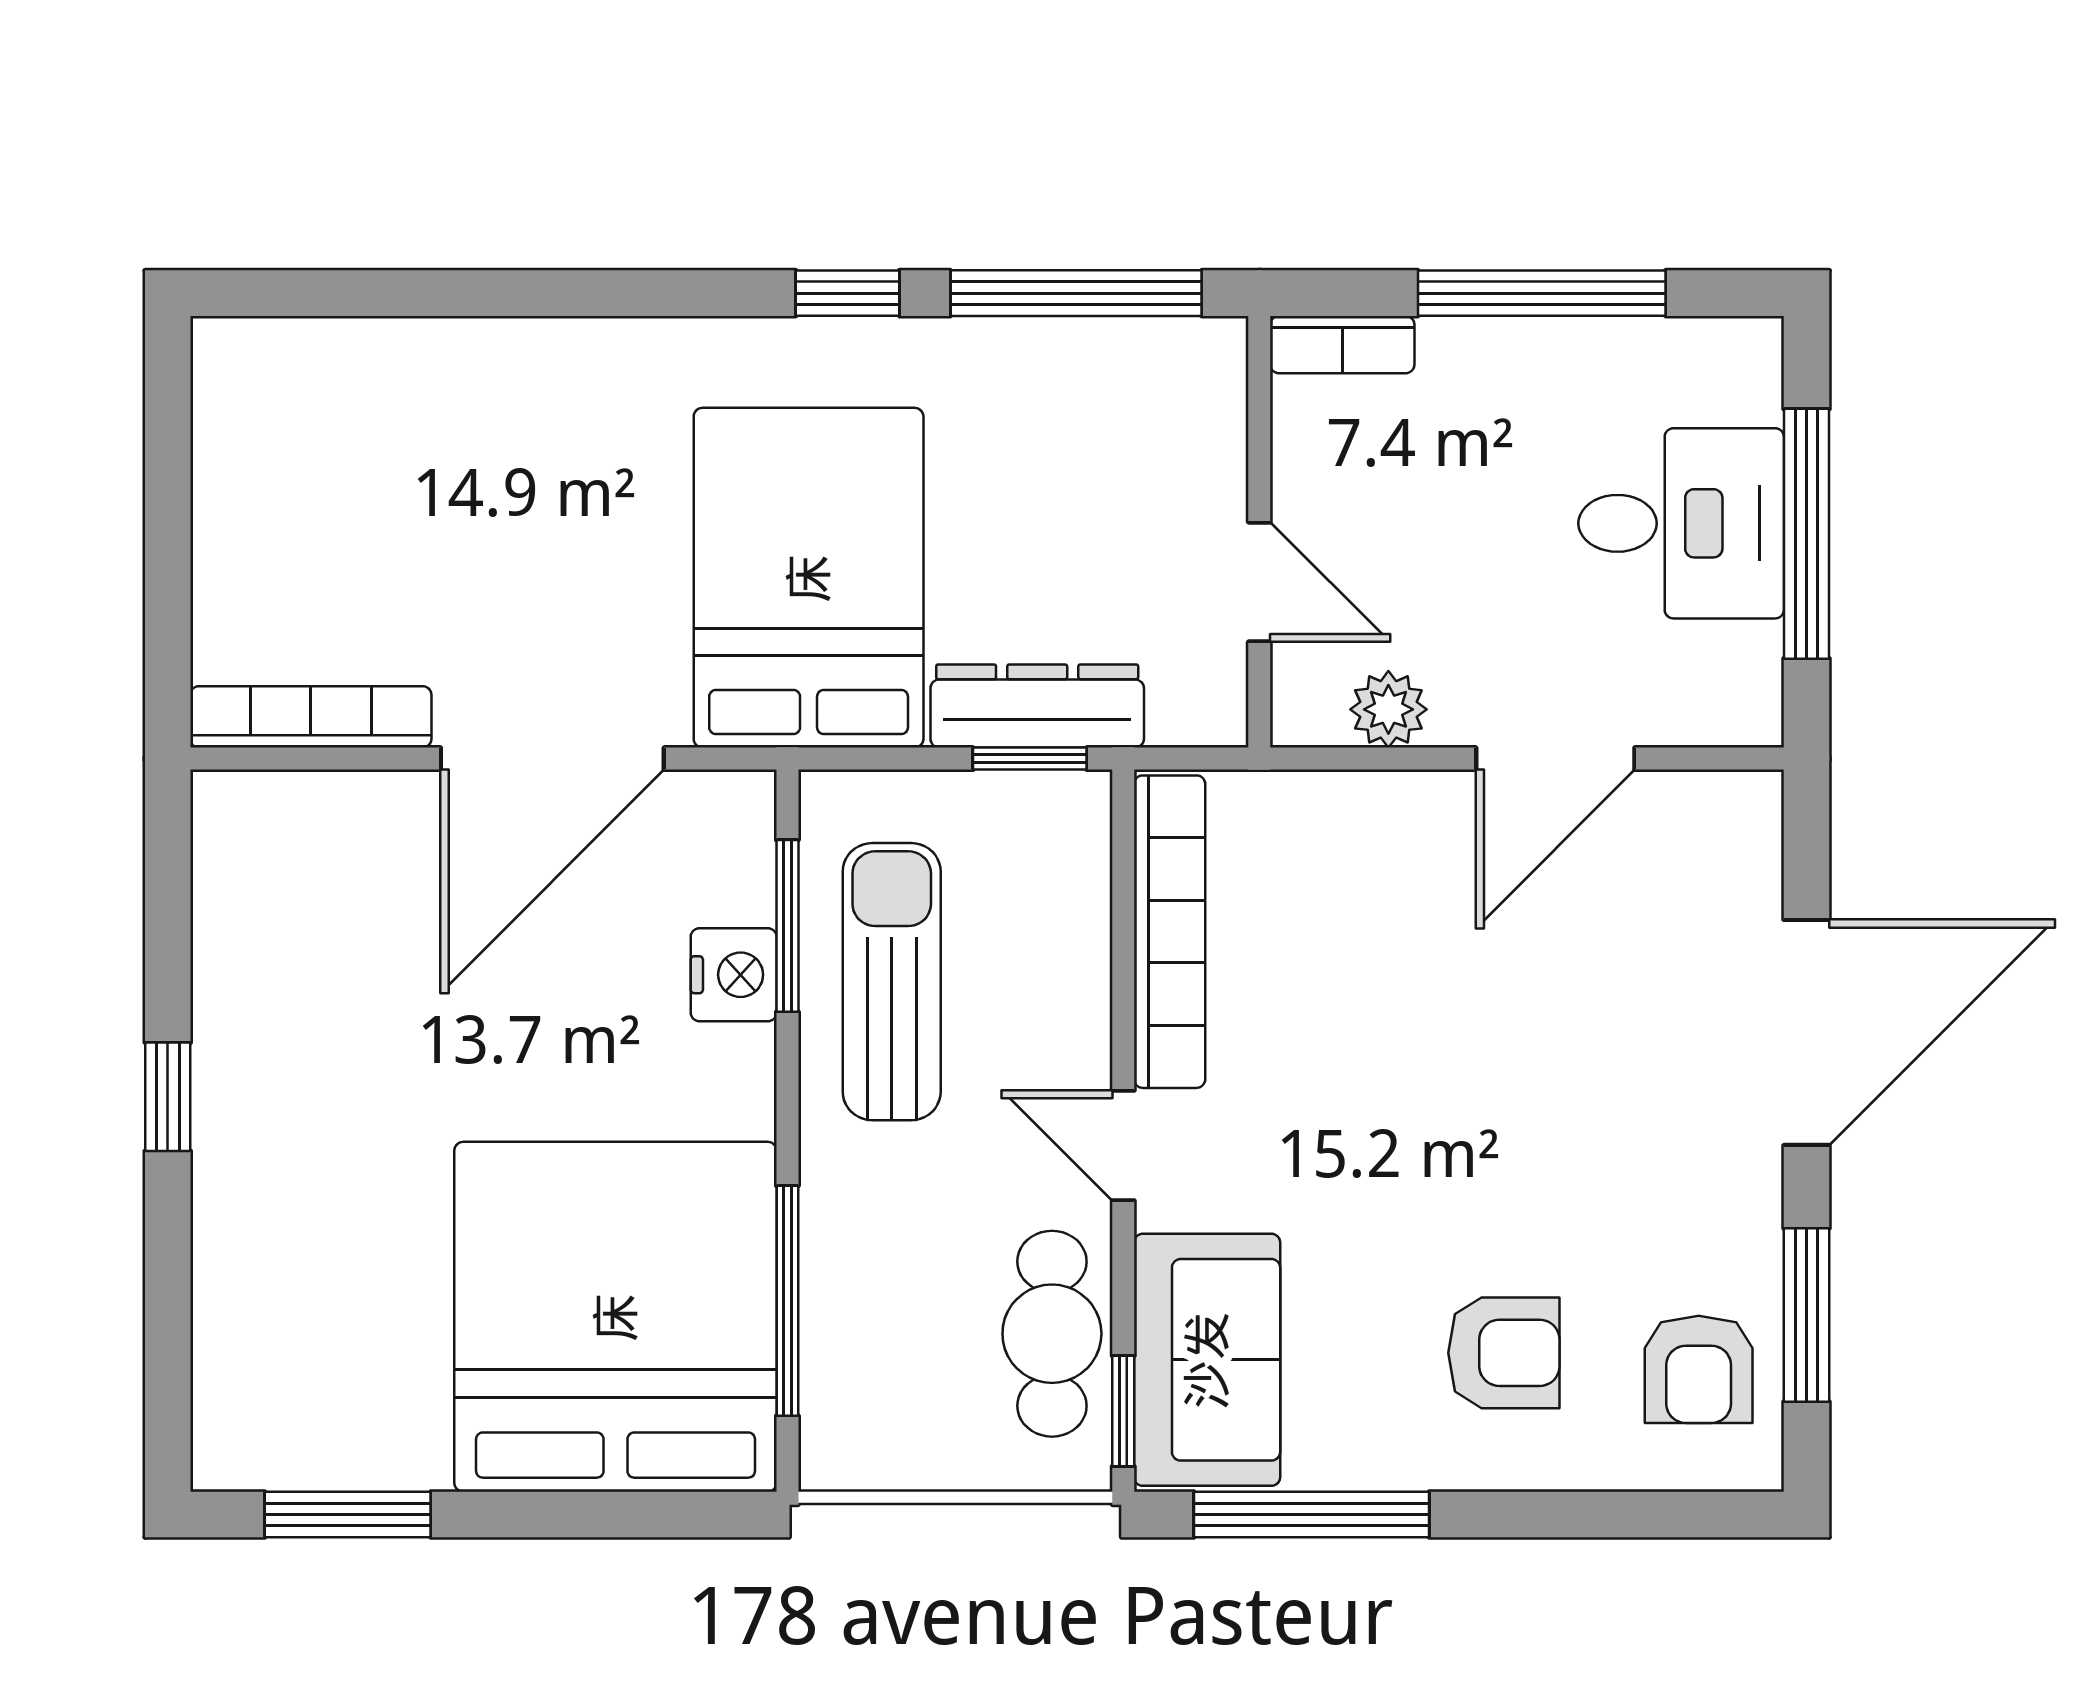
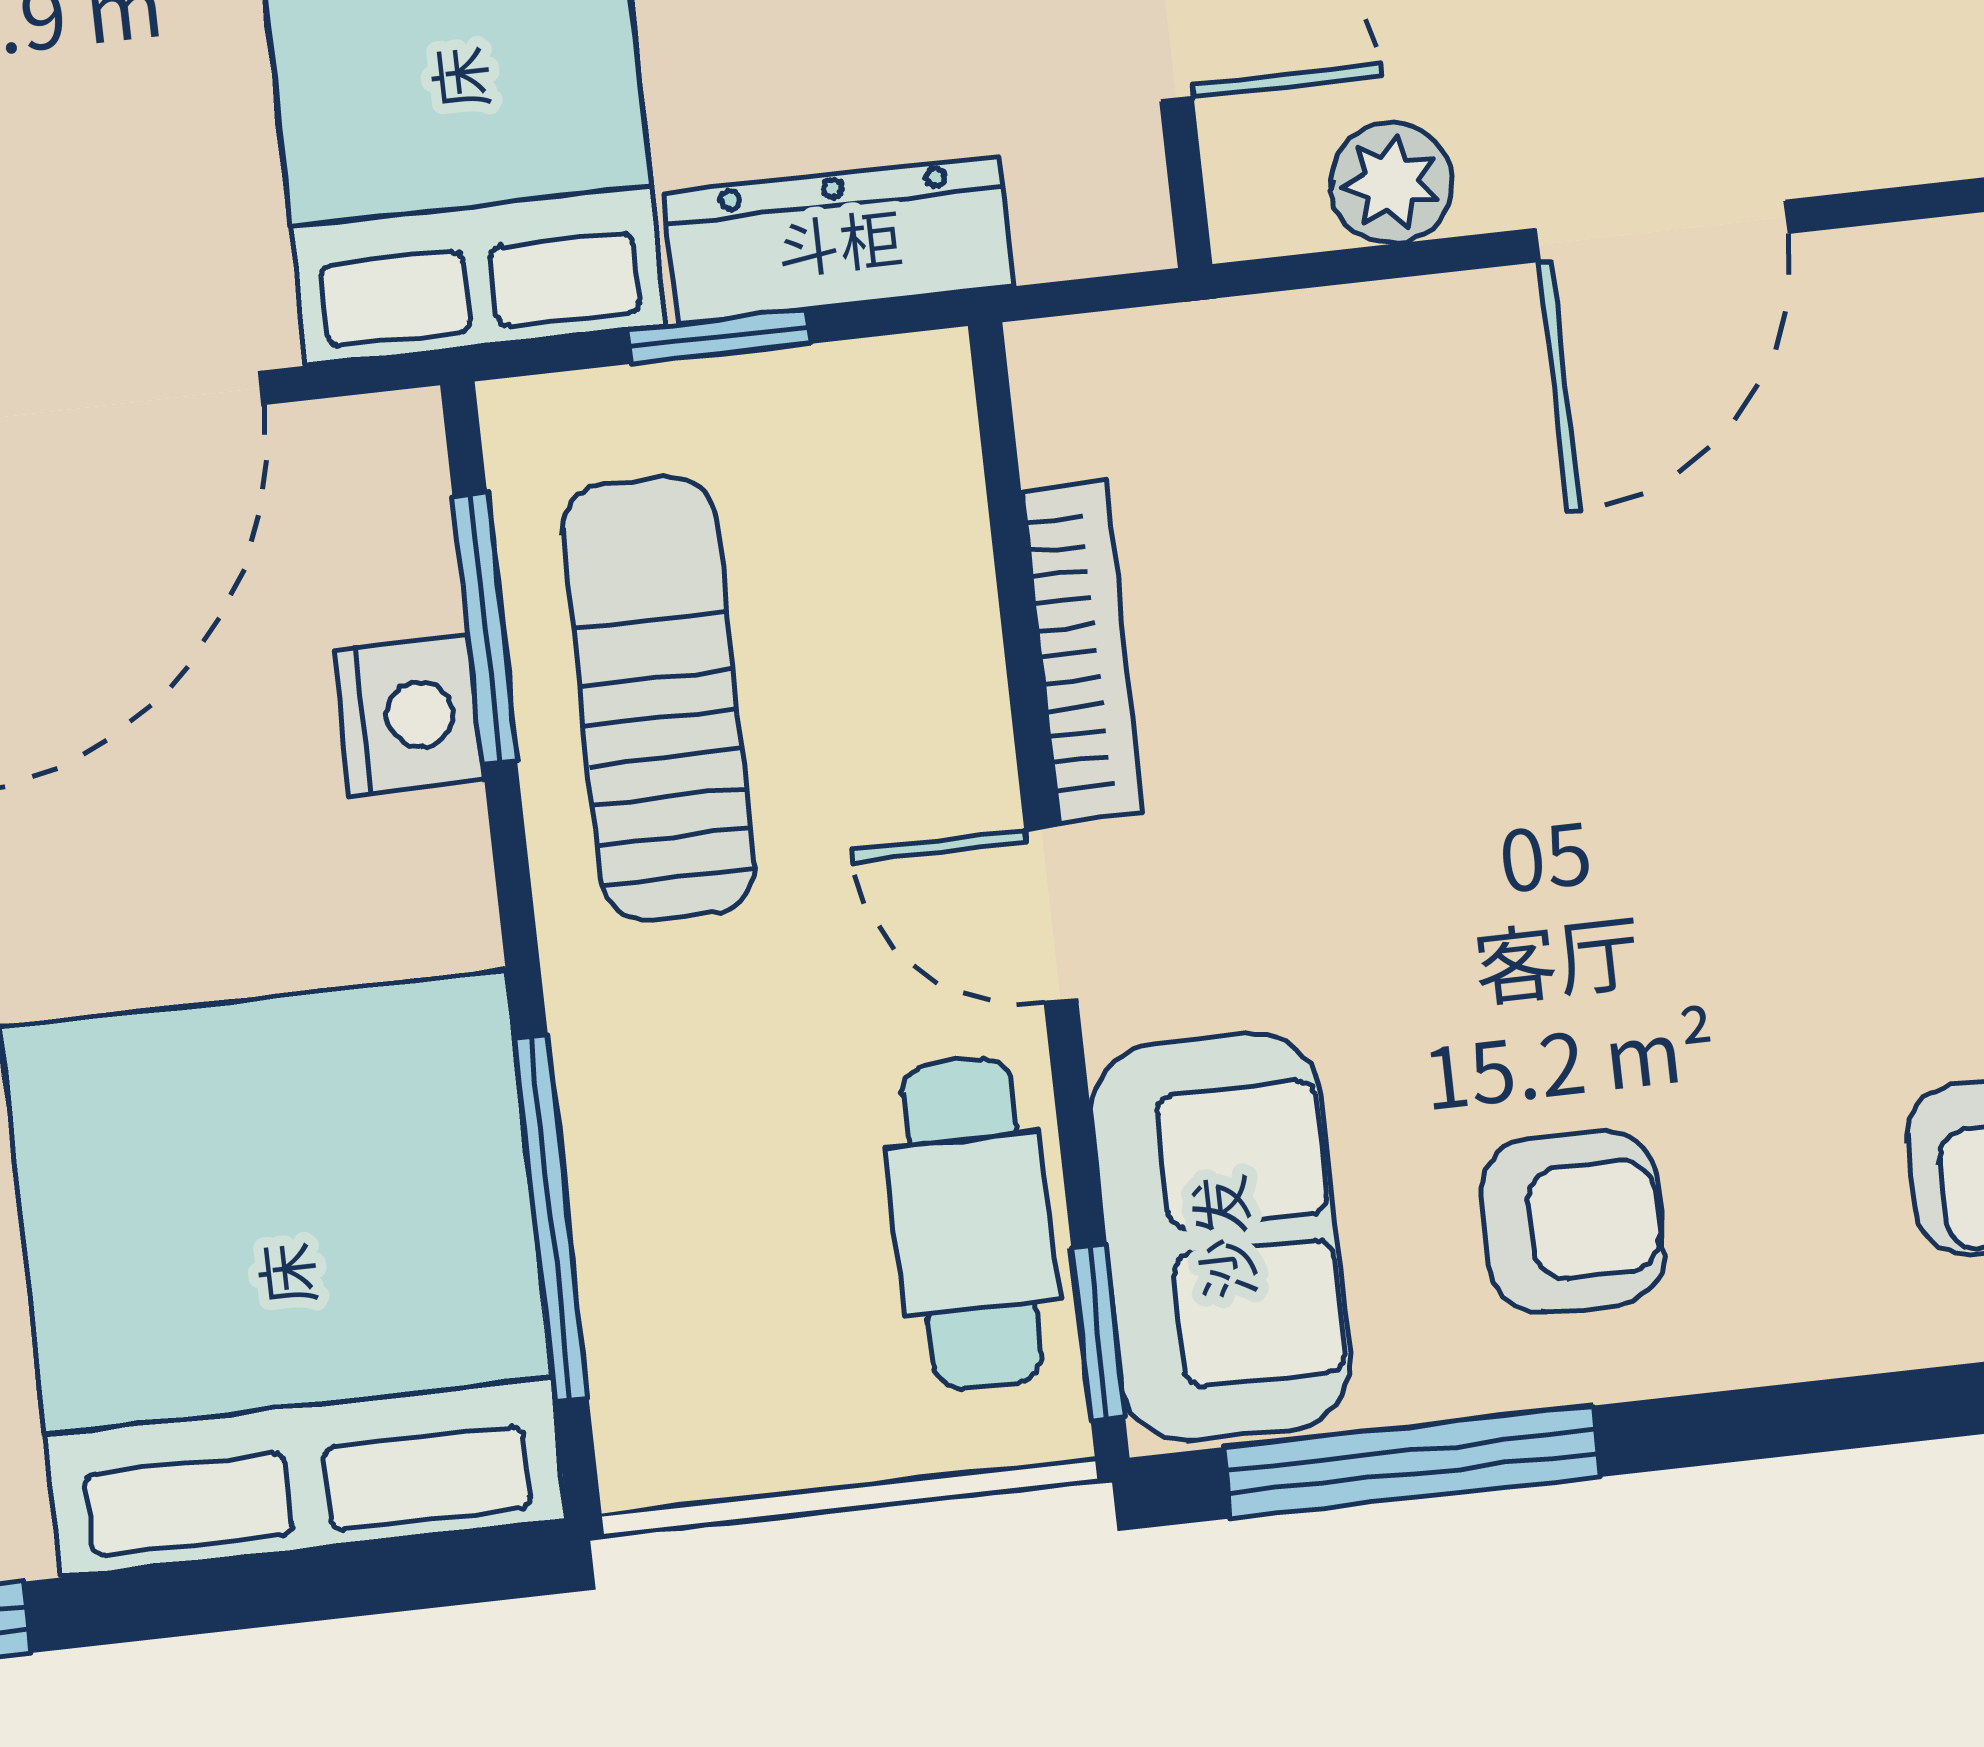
window: (1030, 759) -> (719, 337), moved
bookcase: (1170, 932) -> (1082, 652), width x0.68, depth x0.76
armchair: (1504, 1353) -> (1573, 1222), moved

